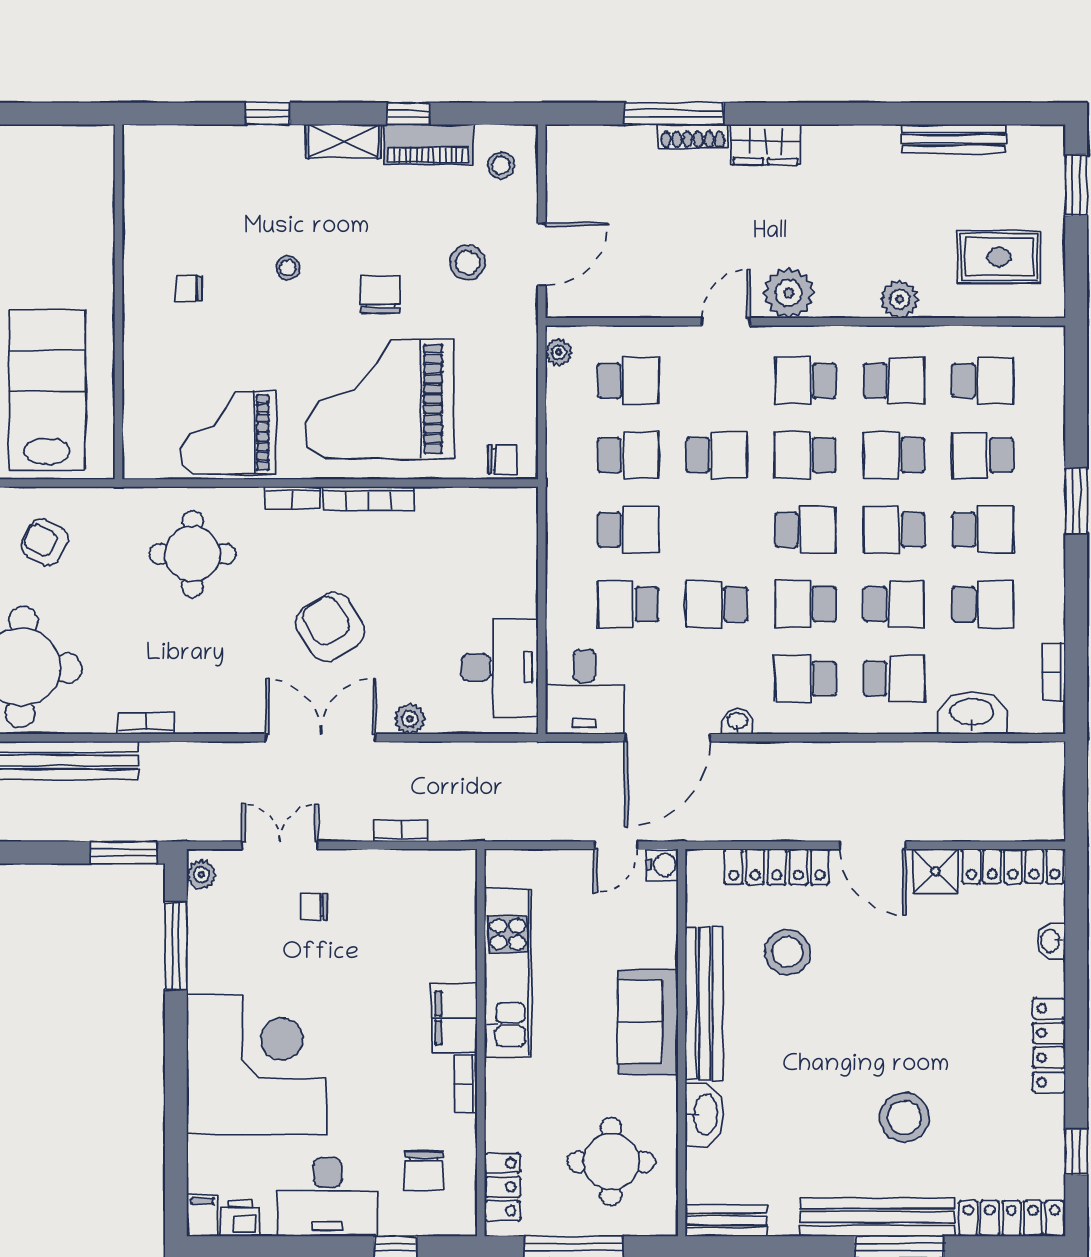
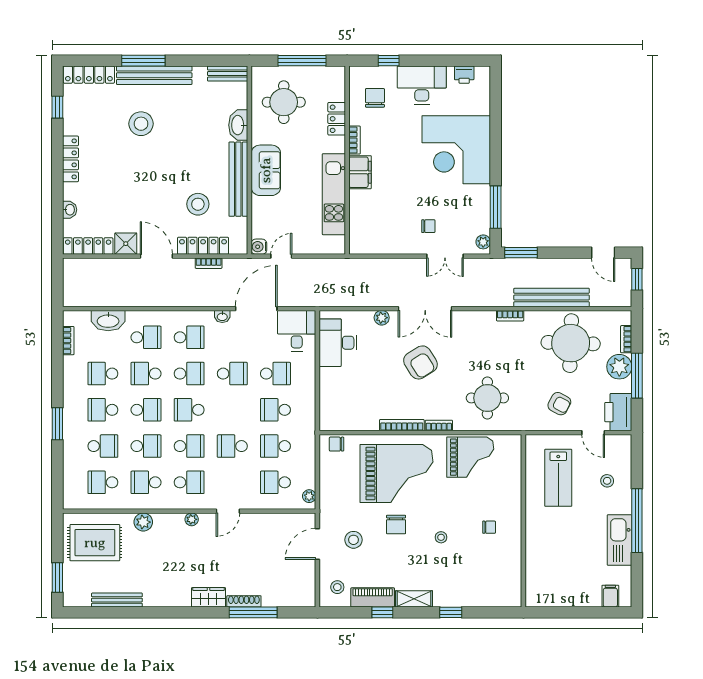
rug: (999, 257) -> (95, 543), width x1.36, depth x1.43
plant: (789, 293) -> (192, 519), width x0.53, depth x0.53
lab bench: (47, 390) -> (558, 478), width x0.73, depth x0.72
school desk: (894, 679) -> (146, 337), turned 180
bookcase: (401, 831) -> (209, 263), moved
locker: (502, 1187) -> (337, 119), moved
filing cabinet: (202, 1216) -> (483, 76), removed

